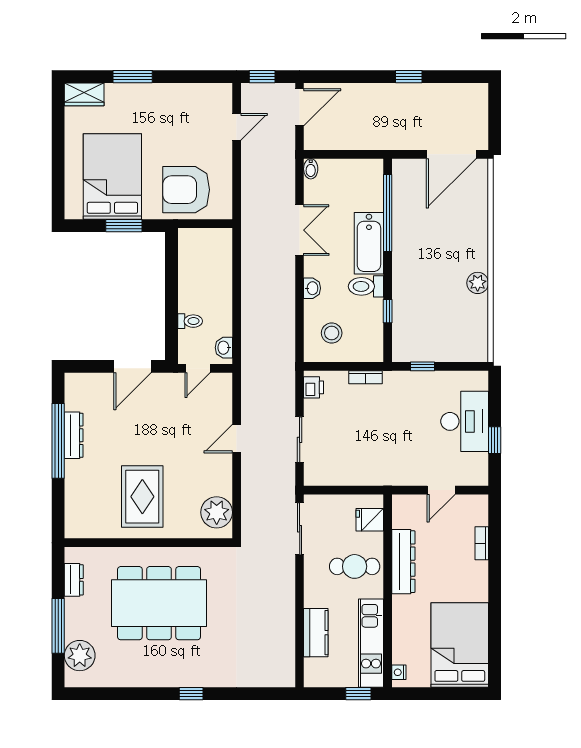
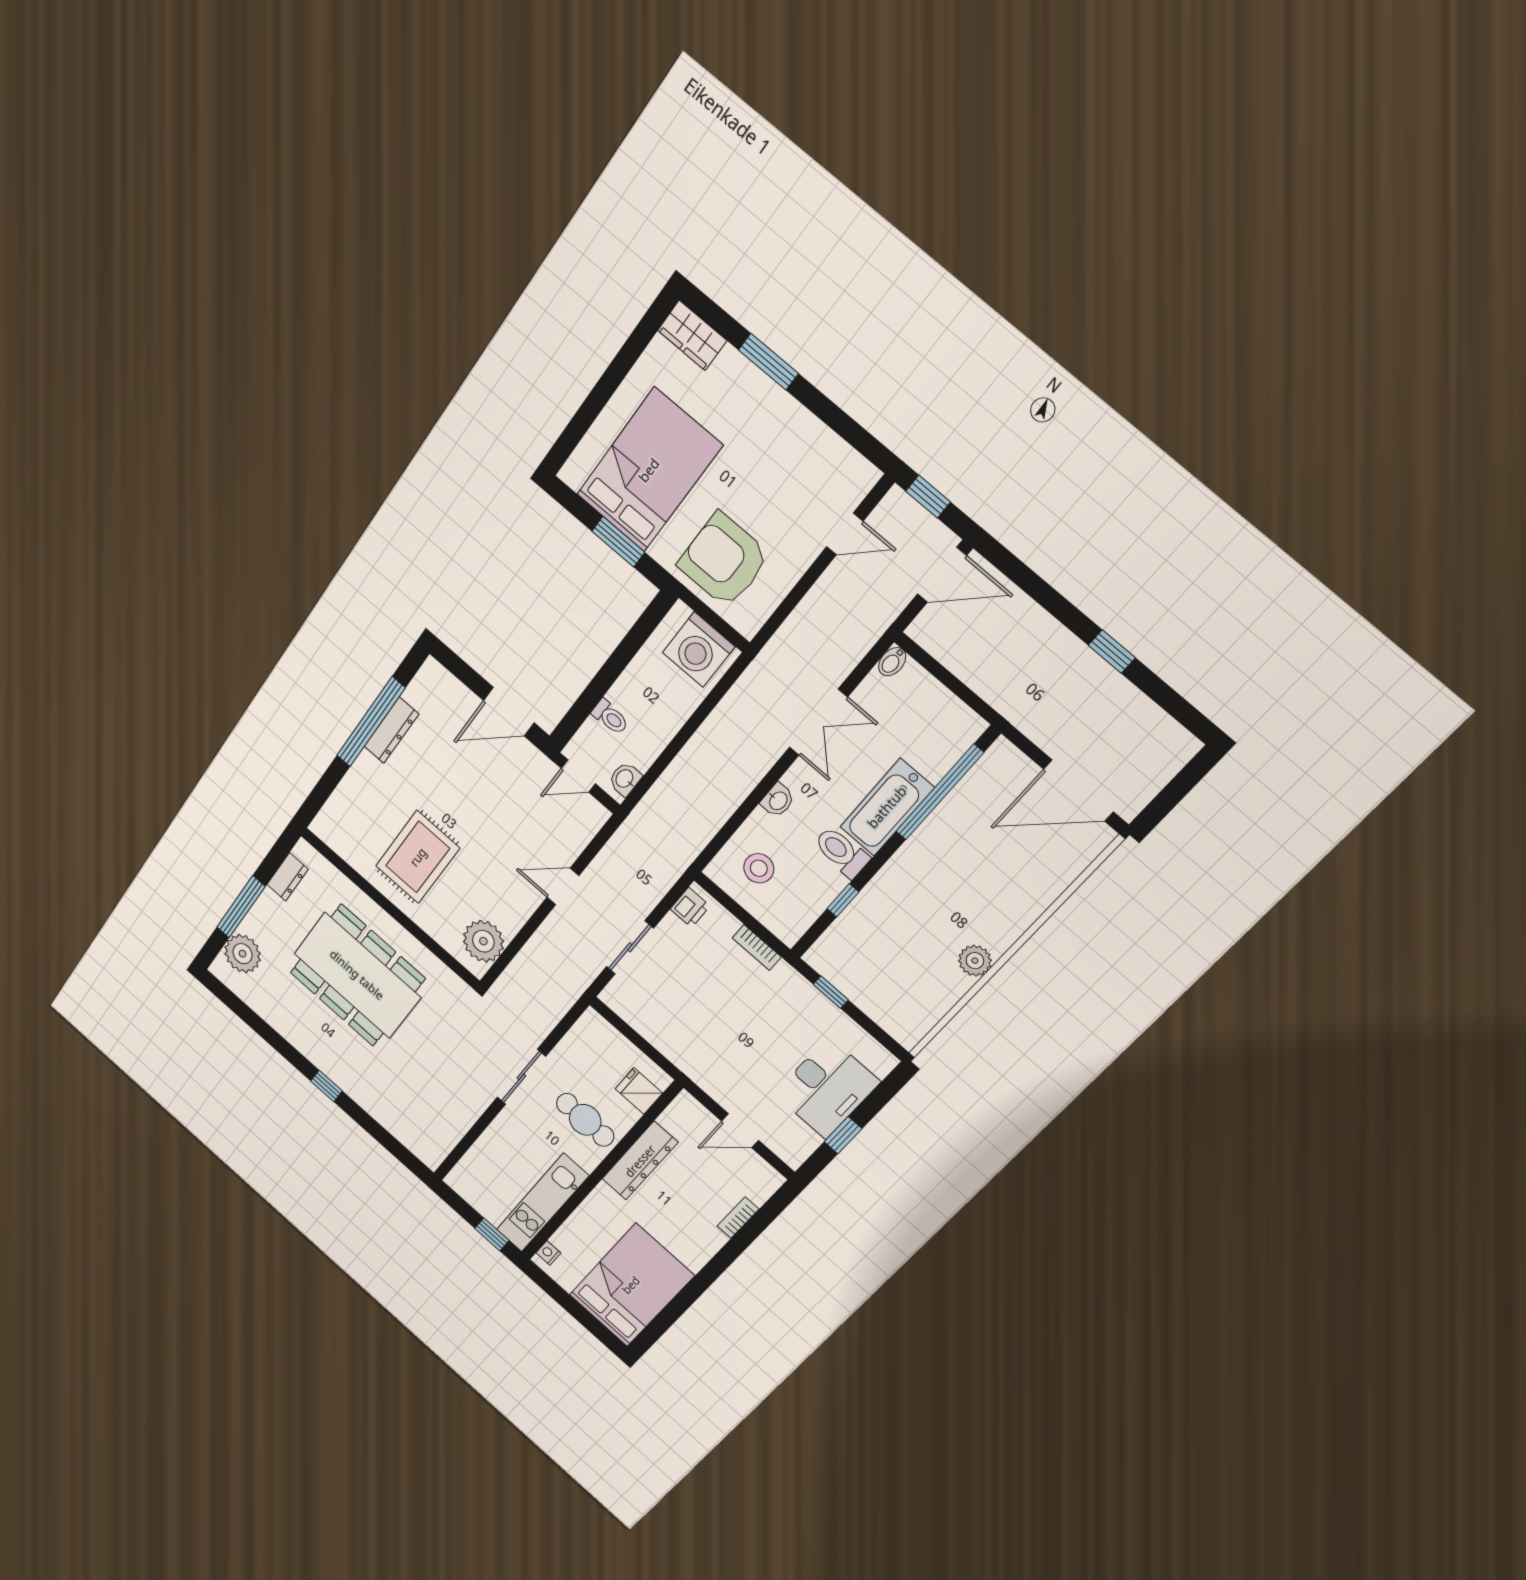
washing machine: (209, 245) -> (699, 650), added
sliding door: (300, 529) -> (521, 1077), moved
kitchen counter: (316, 633) -> (494, 1144), removed

